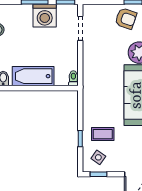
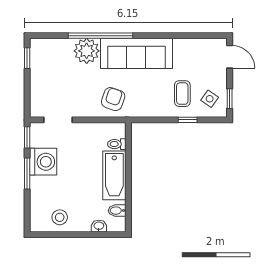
armchair: (126, 19) -> (113, 99), moved
toilet: (73, 78) -> (117, 144), moved

